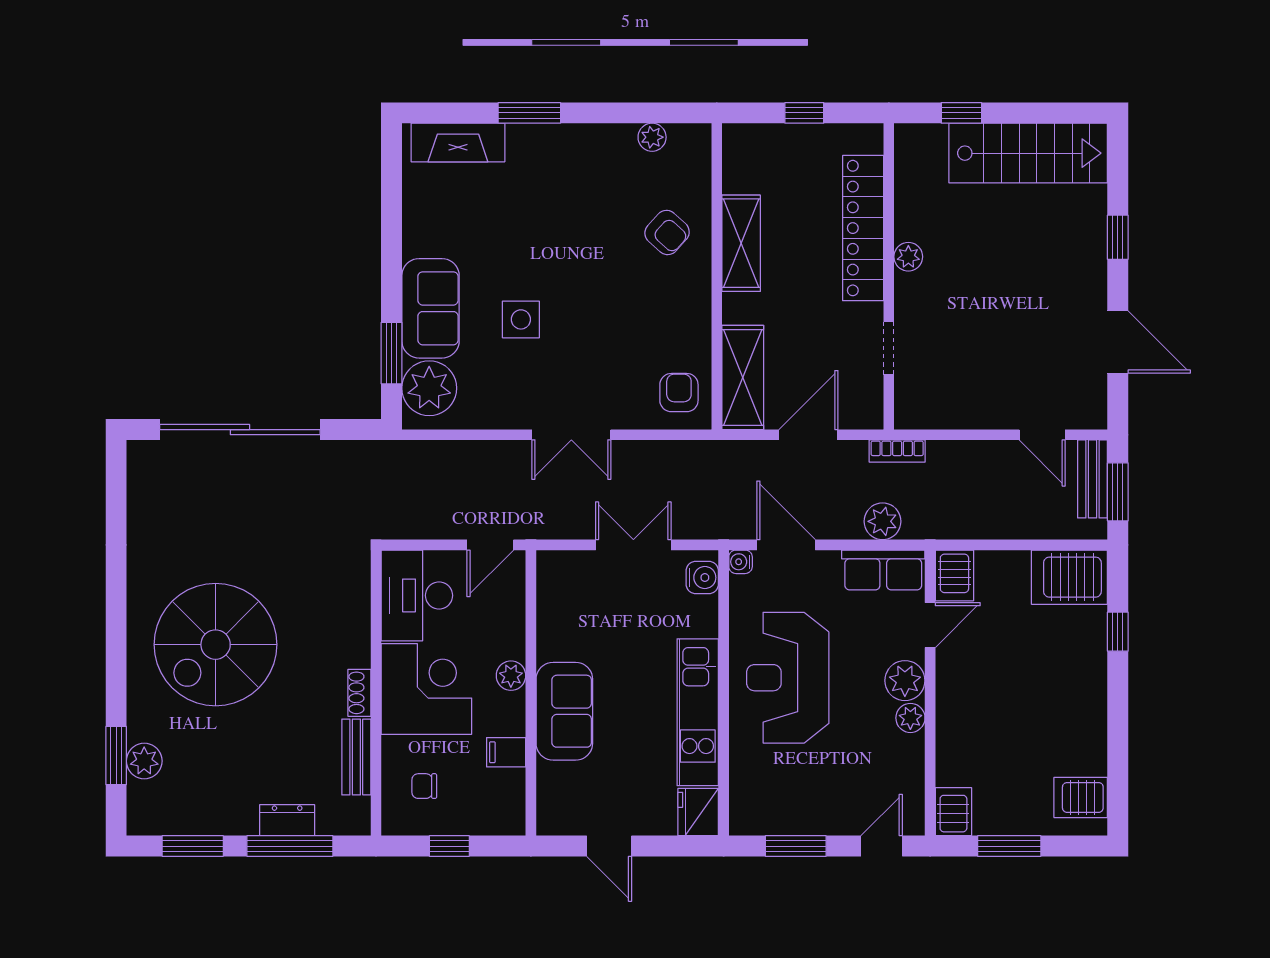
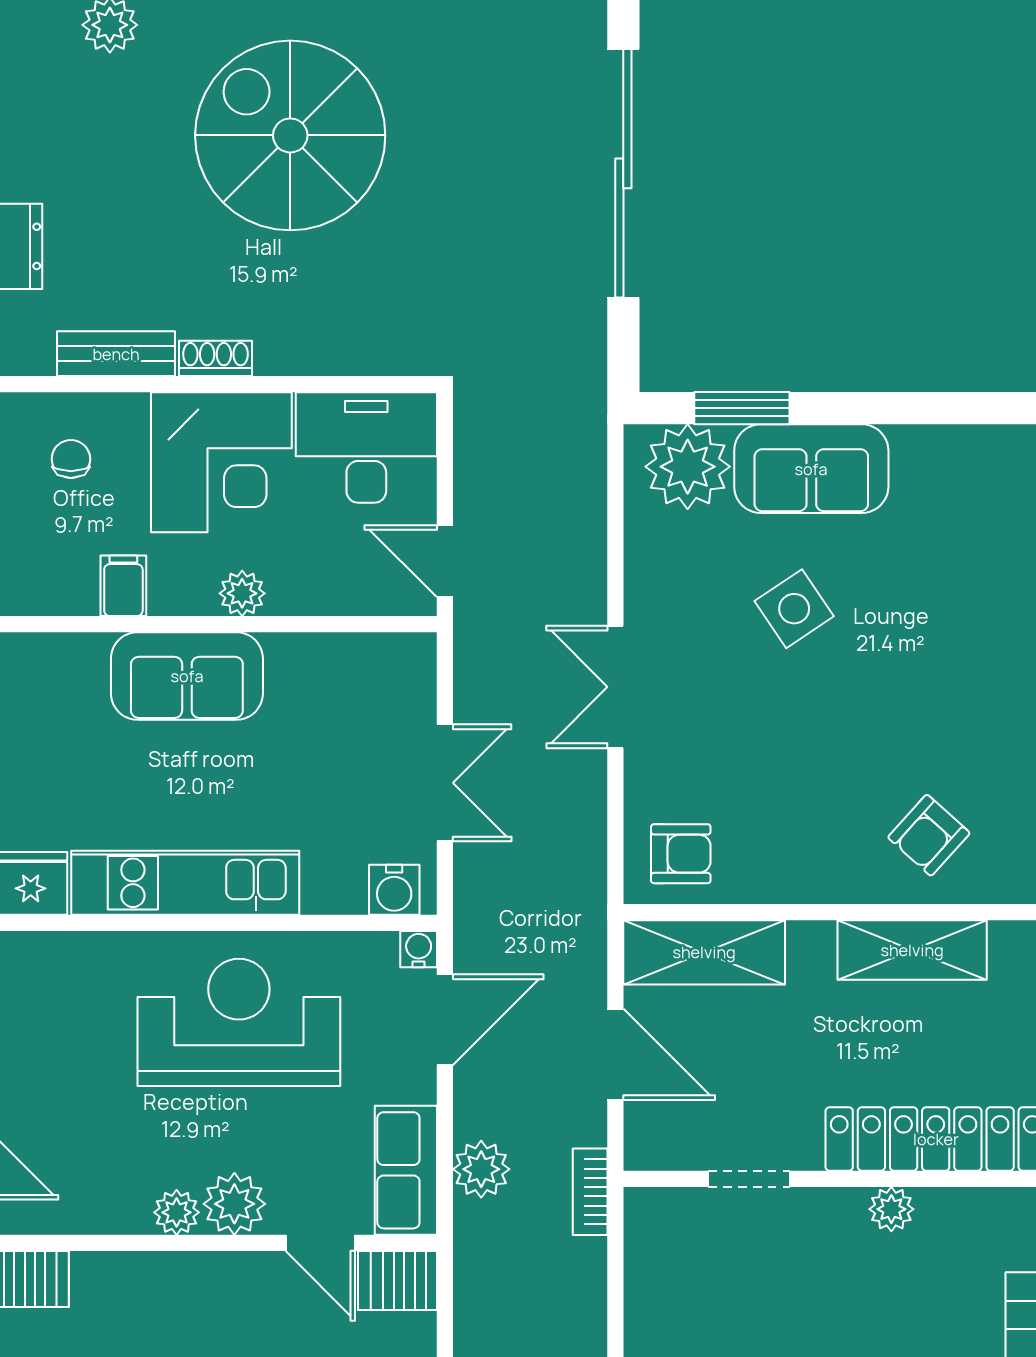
side table: (521, 319) -> (794, 609), turned -34

